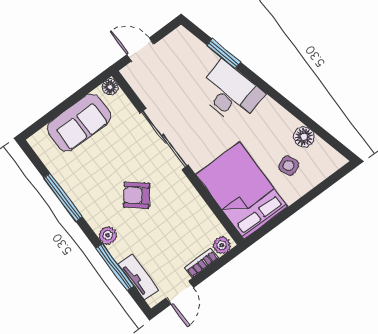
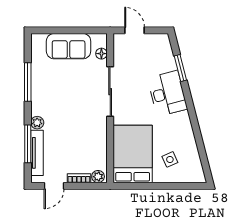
floor lamp: (110, 87) -> (101, 54), moved
floor lamp: (304, 137) -> (191, 150), removed
armchair: (137, 195) -> (71, 112), removed
tv unit: (138, 277) -> (37, 153), width x1.41

